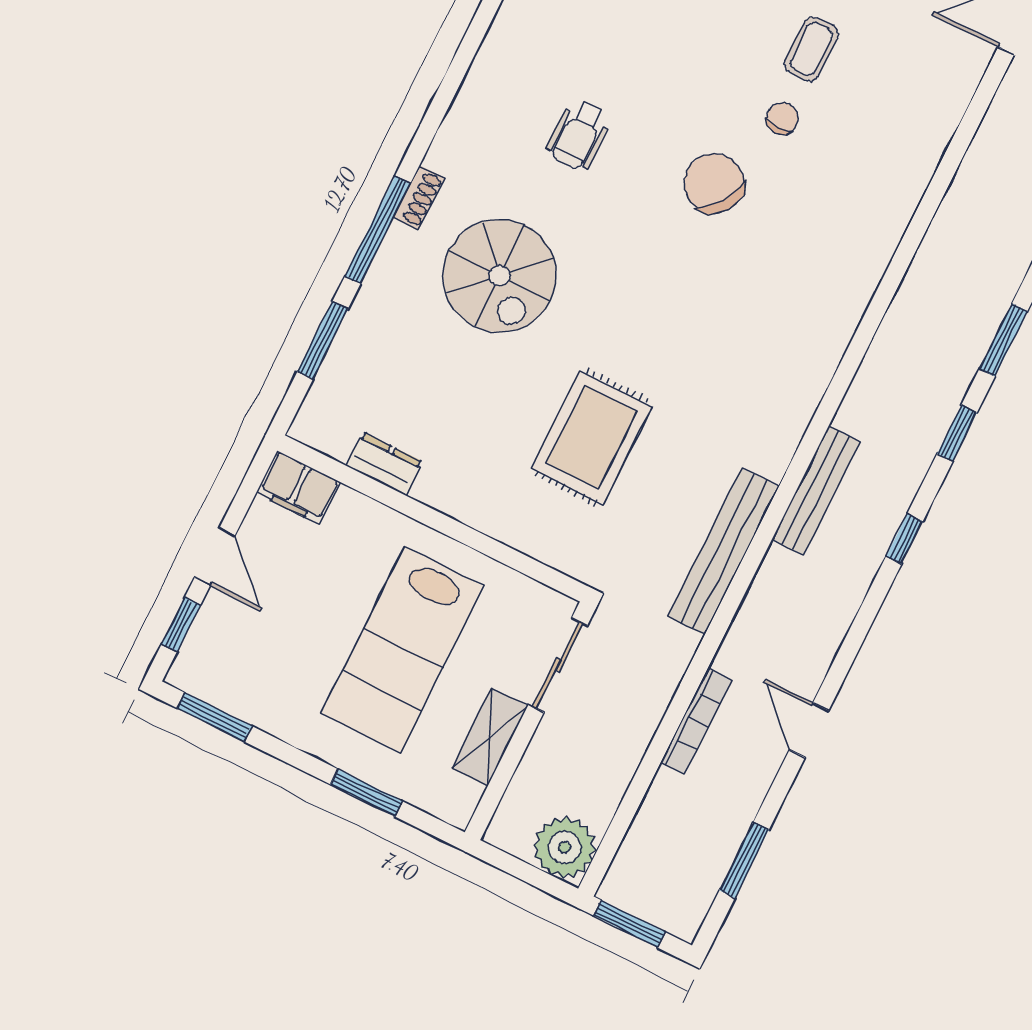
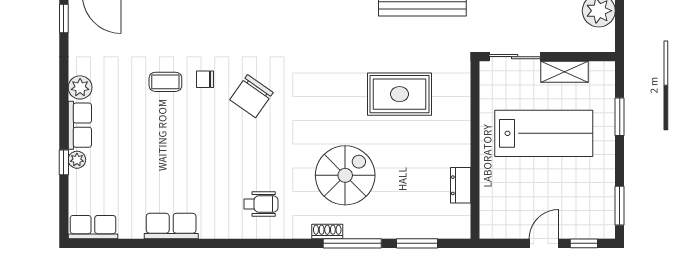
wheelchair: (579, 135) -> (261, 204), moved
filing cabinet: (298, 487) -> (492, 220), removed

